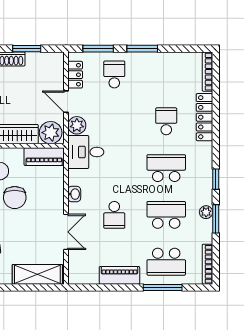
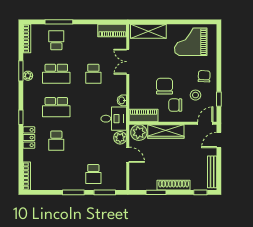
locker: (75, 75) -> (121, 174), removed
locker: (204, 117) -> (29, 138), width x0.66
window: (216, 179) -> (21, 117), moved
washbasin: (74, 194) -> (122, 100), moved
school desk: (114, 215) -> (93, 74), turned 180
school desk: (166, 262) -> (56, 40), width x0.54
piano: (119, 275) -> (112, 31), moved

